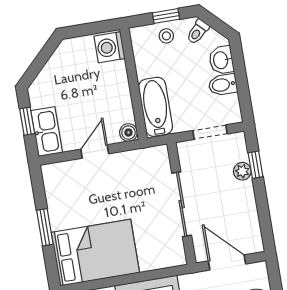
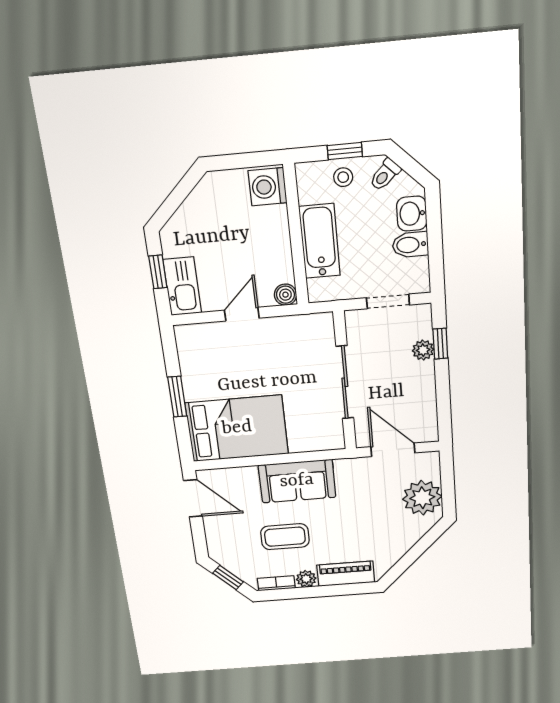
bathtub: (156, 107) -> (320, 241), moved

